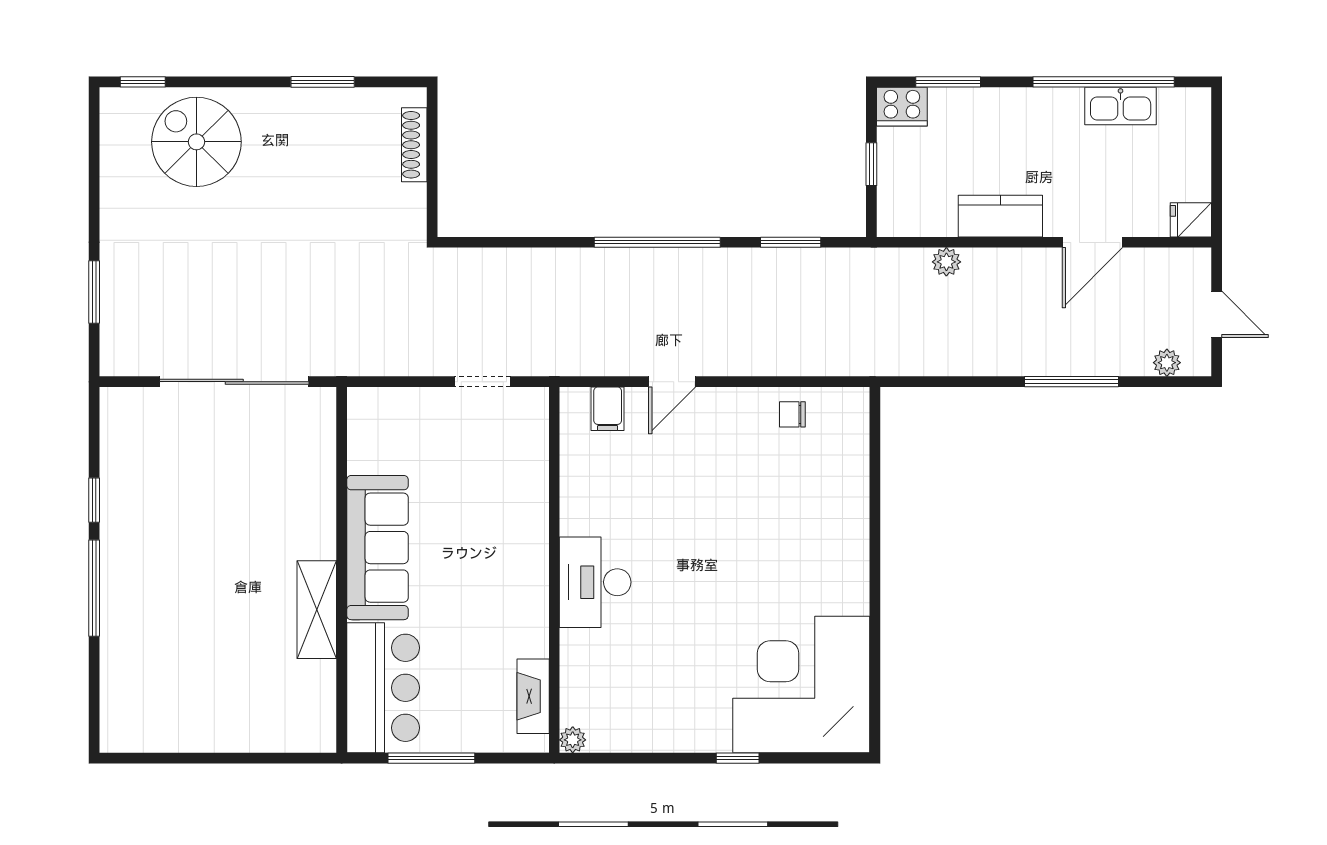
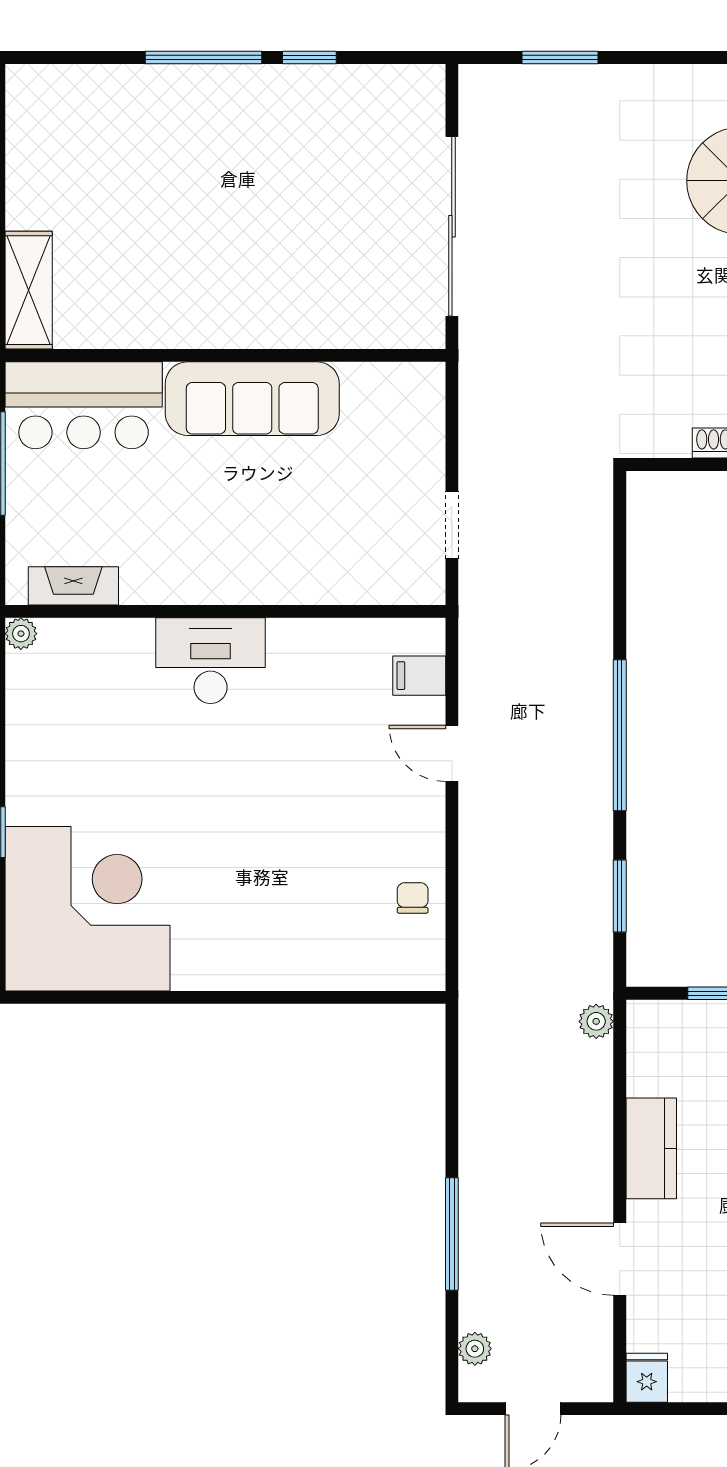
plant: (946, 262) -> (596, 1021), moved
shelving: (317, 610) -> (29, 290), moved, turned 90

